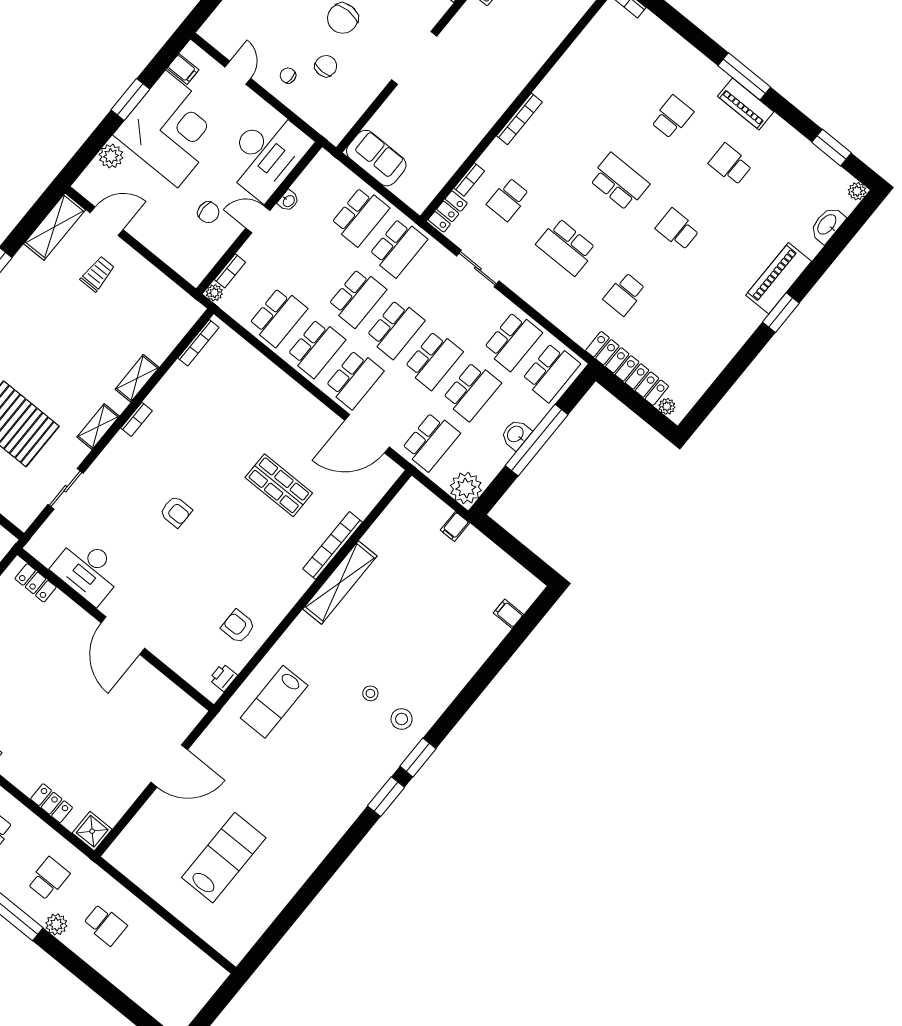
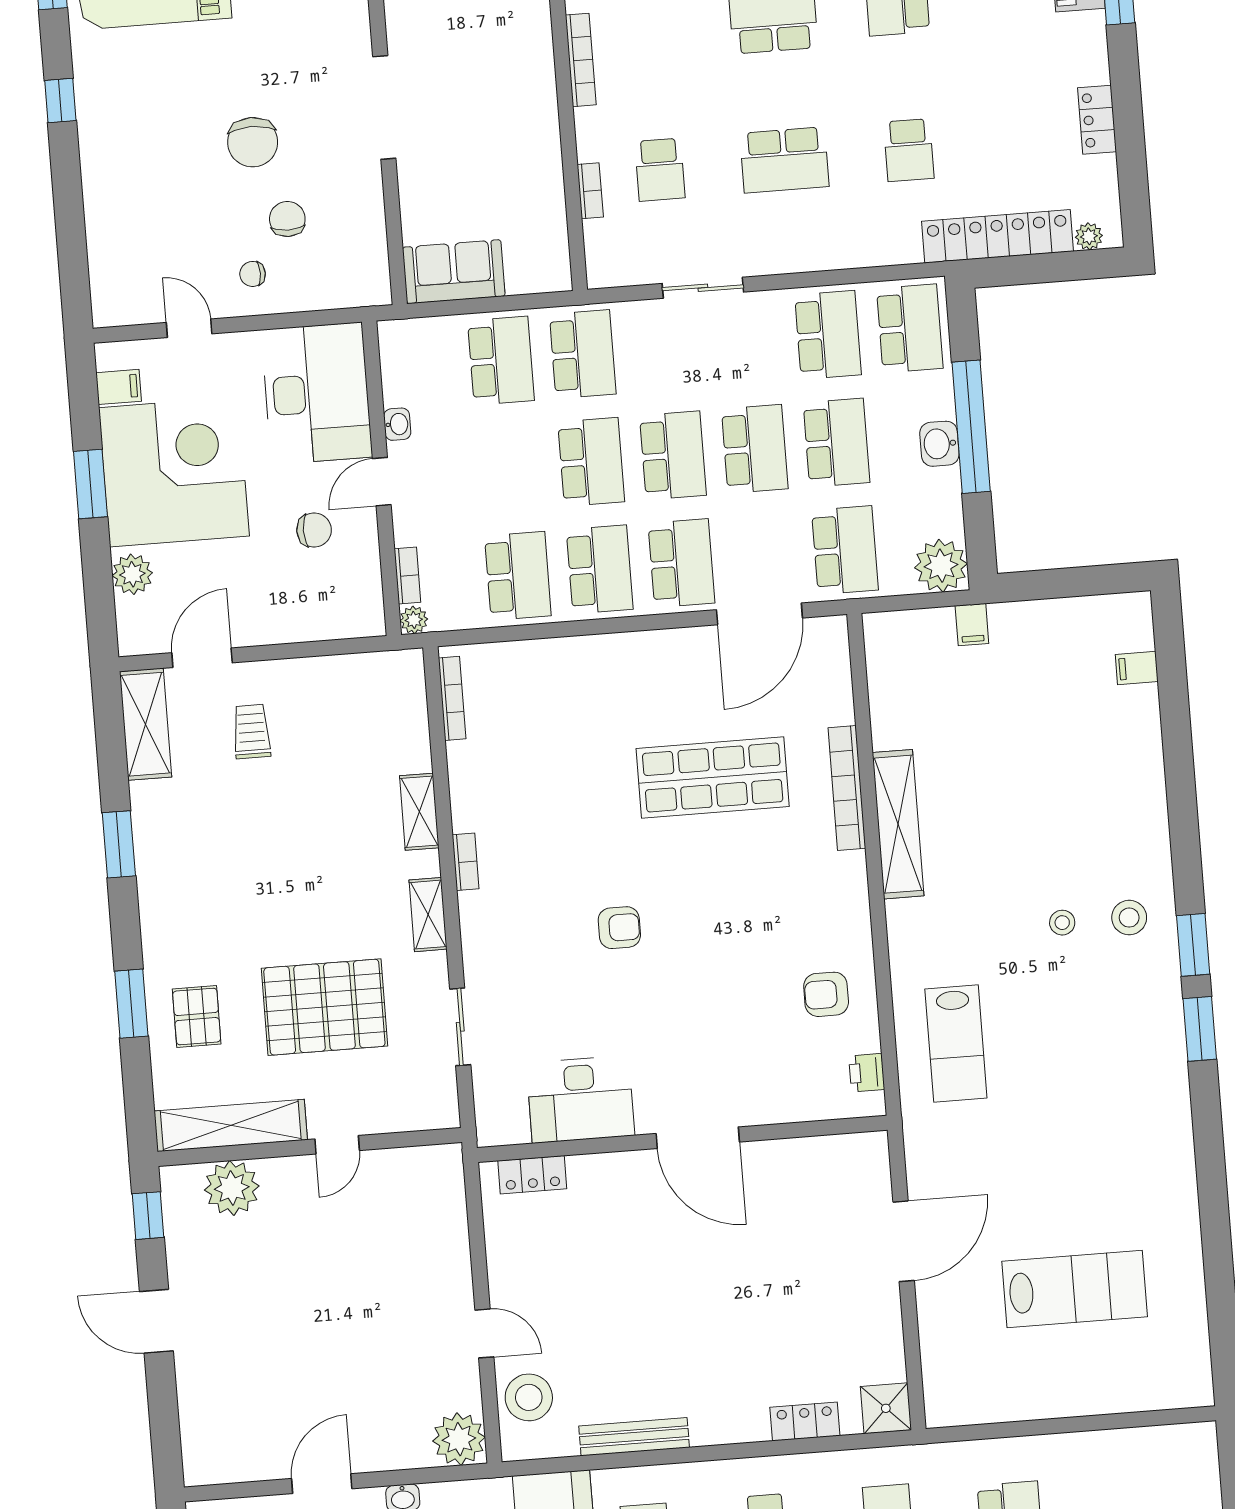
locker: (448, 211) -> (1097, 120), moved, turned 180
shop shelf: (279, 485) -> (713, 777), width x1.43, depth x1.36
lab bench: (224, 858) -> (1075, 1289), turned 90

